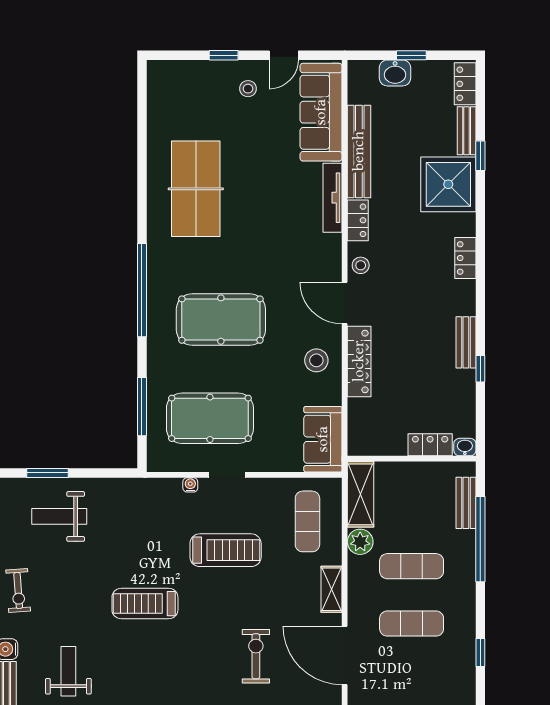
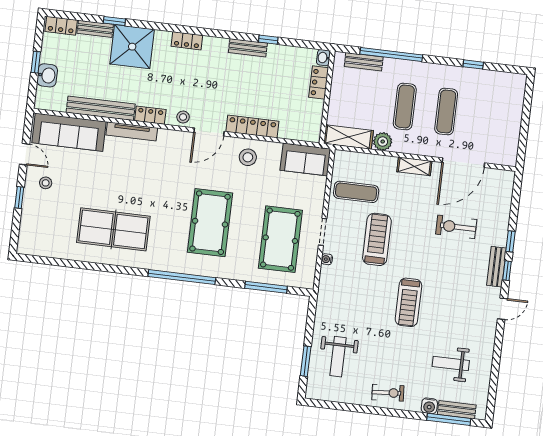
exercise mat: (307, 521) -> (356, 192), moved

